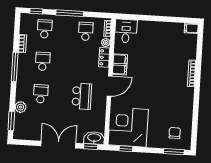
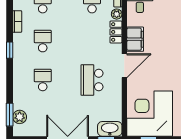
window: (15, 67) -> (10, 50), width x0.46
school desk: (82, 96) -> (92, 80), turned 180
plant: (21, 107) -> (20, 117), moved

